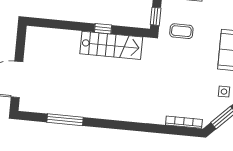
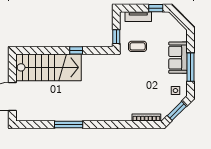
stairs: (111, 45) -> (48, 67), moved, width x1.36, depth x1.51
window: (65, 120) -> (69, 125), moved

